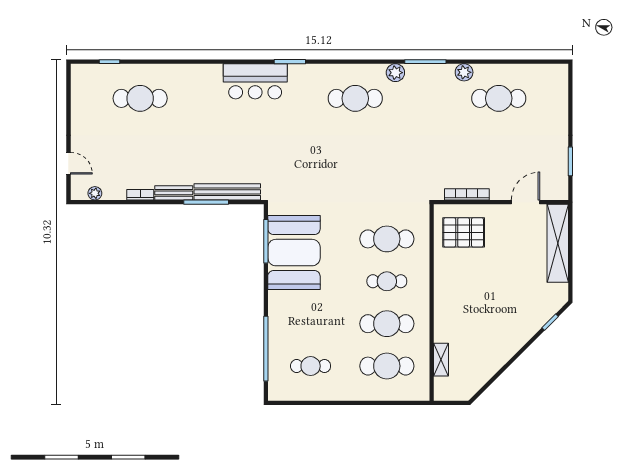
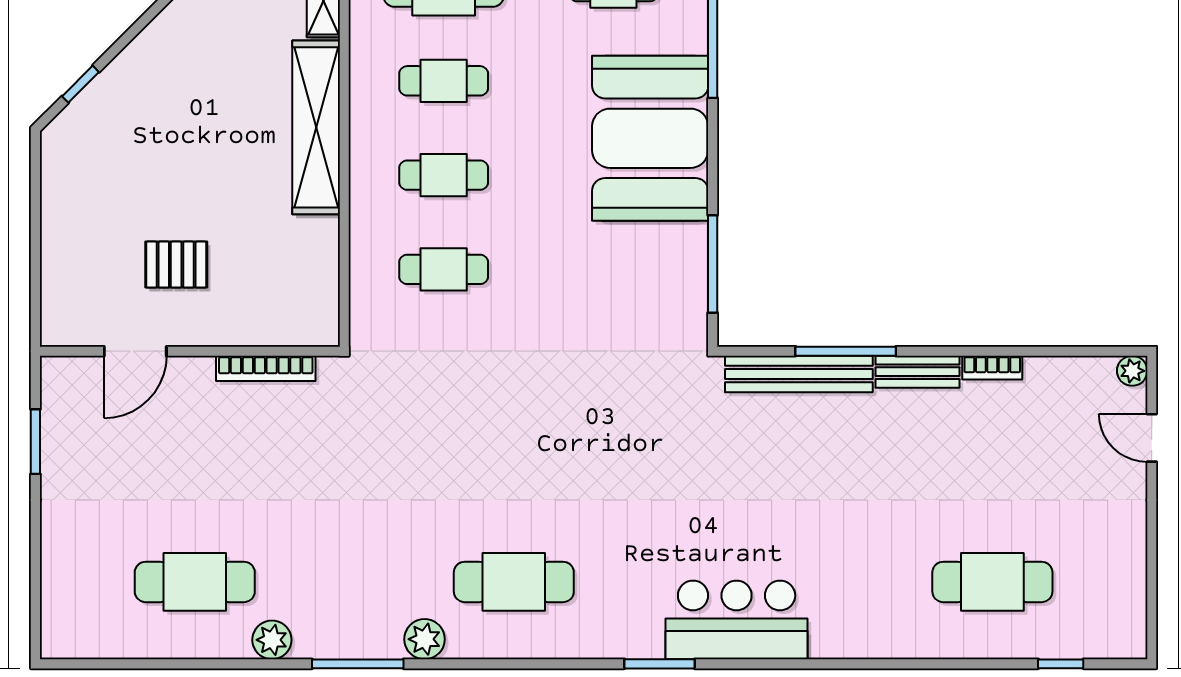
plant: (95, 193) -> (1132, 371), moved
pallet: (464, 232) -> (176, 265), moved, width x0.67, depth x0.71
cafe table: (387, 239) -> (444, 269), width x0.73, depth x0.74
shelving: (558, 243) -> (316, 127), moved
booth: (294, 253) -> (650, 138), moved
cafe table: (387, 324) -> (444, 81), width x0.73, depth x0.74

